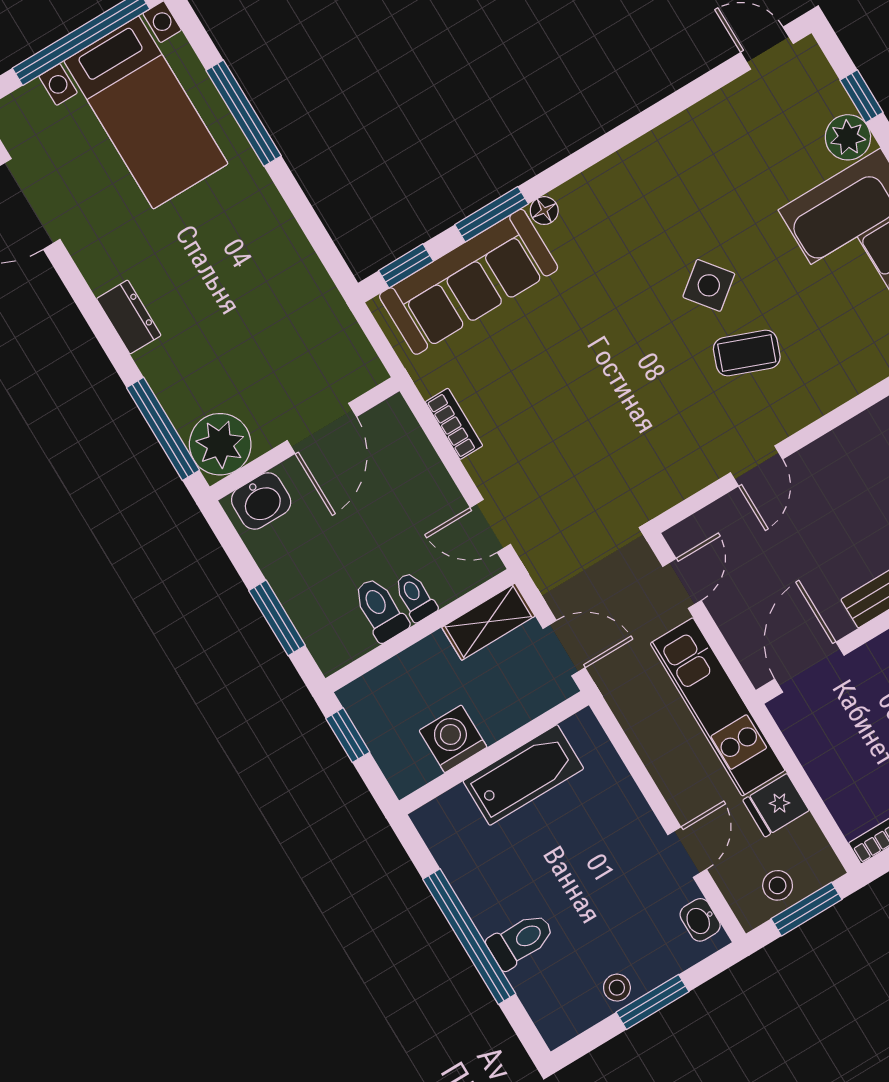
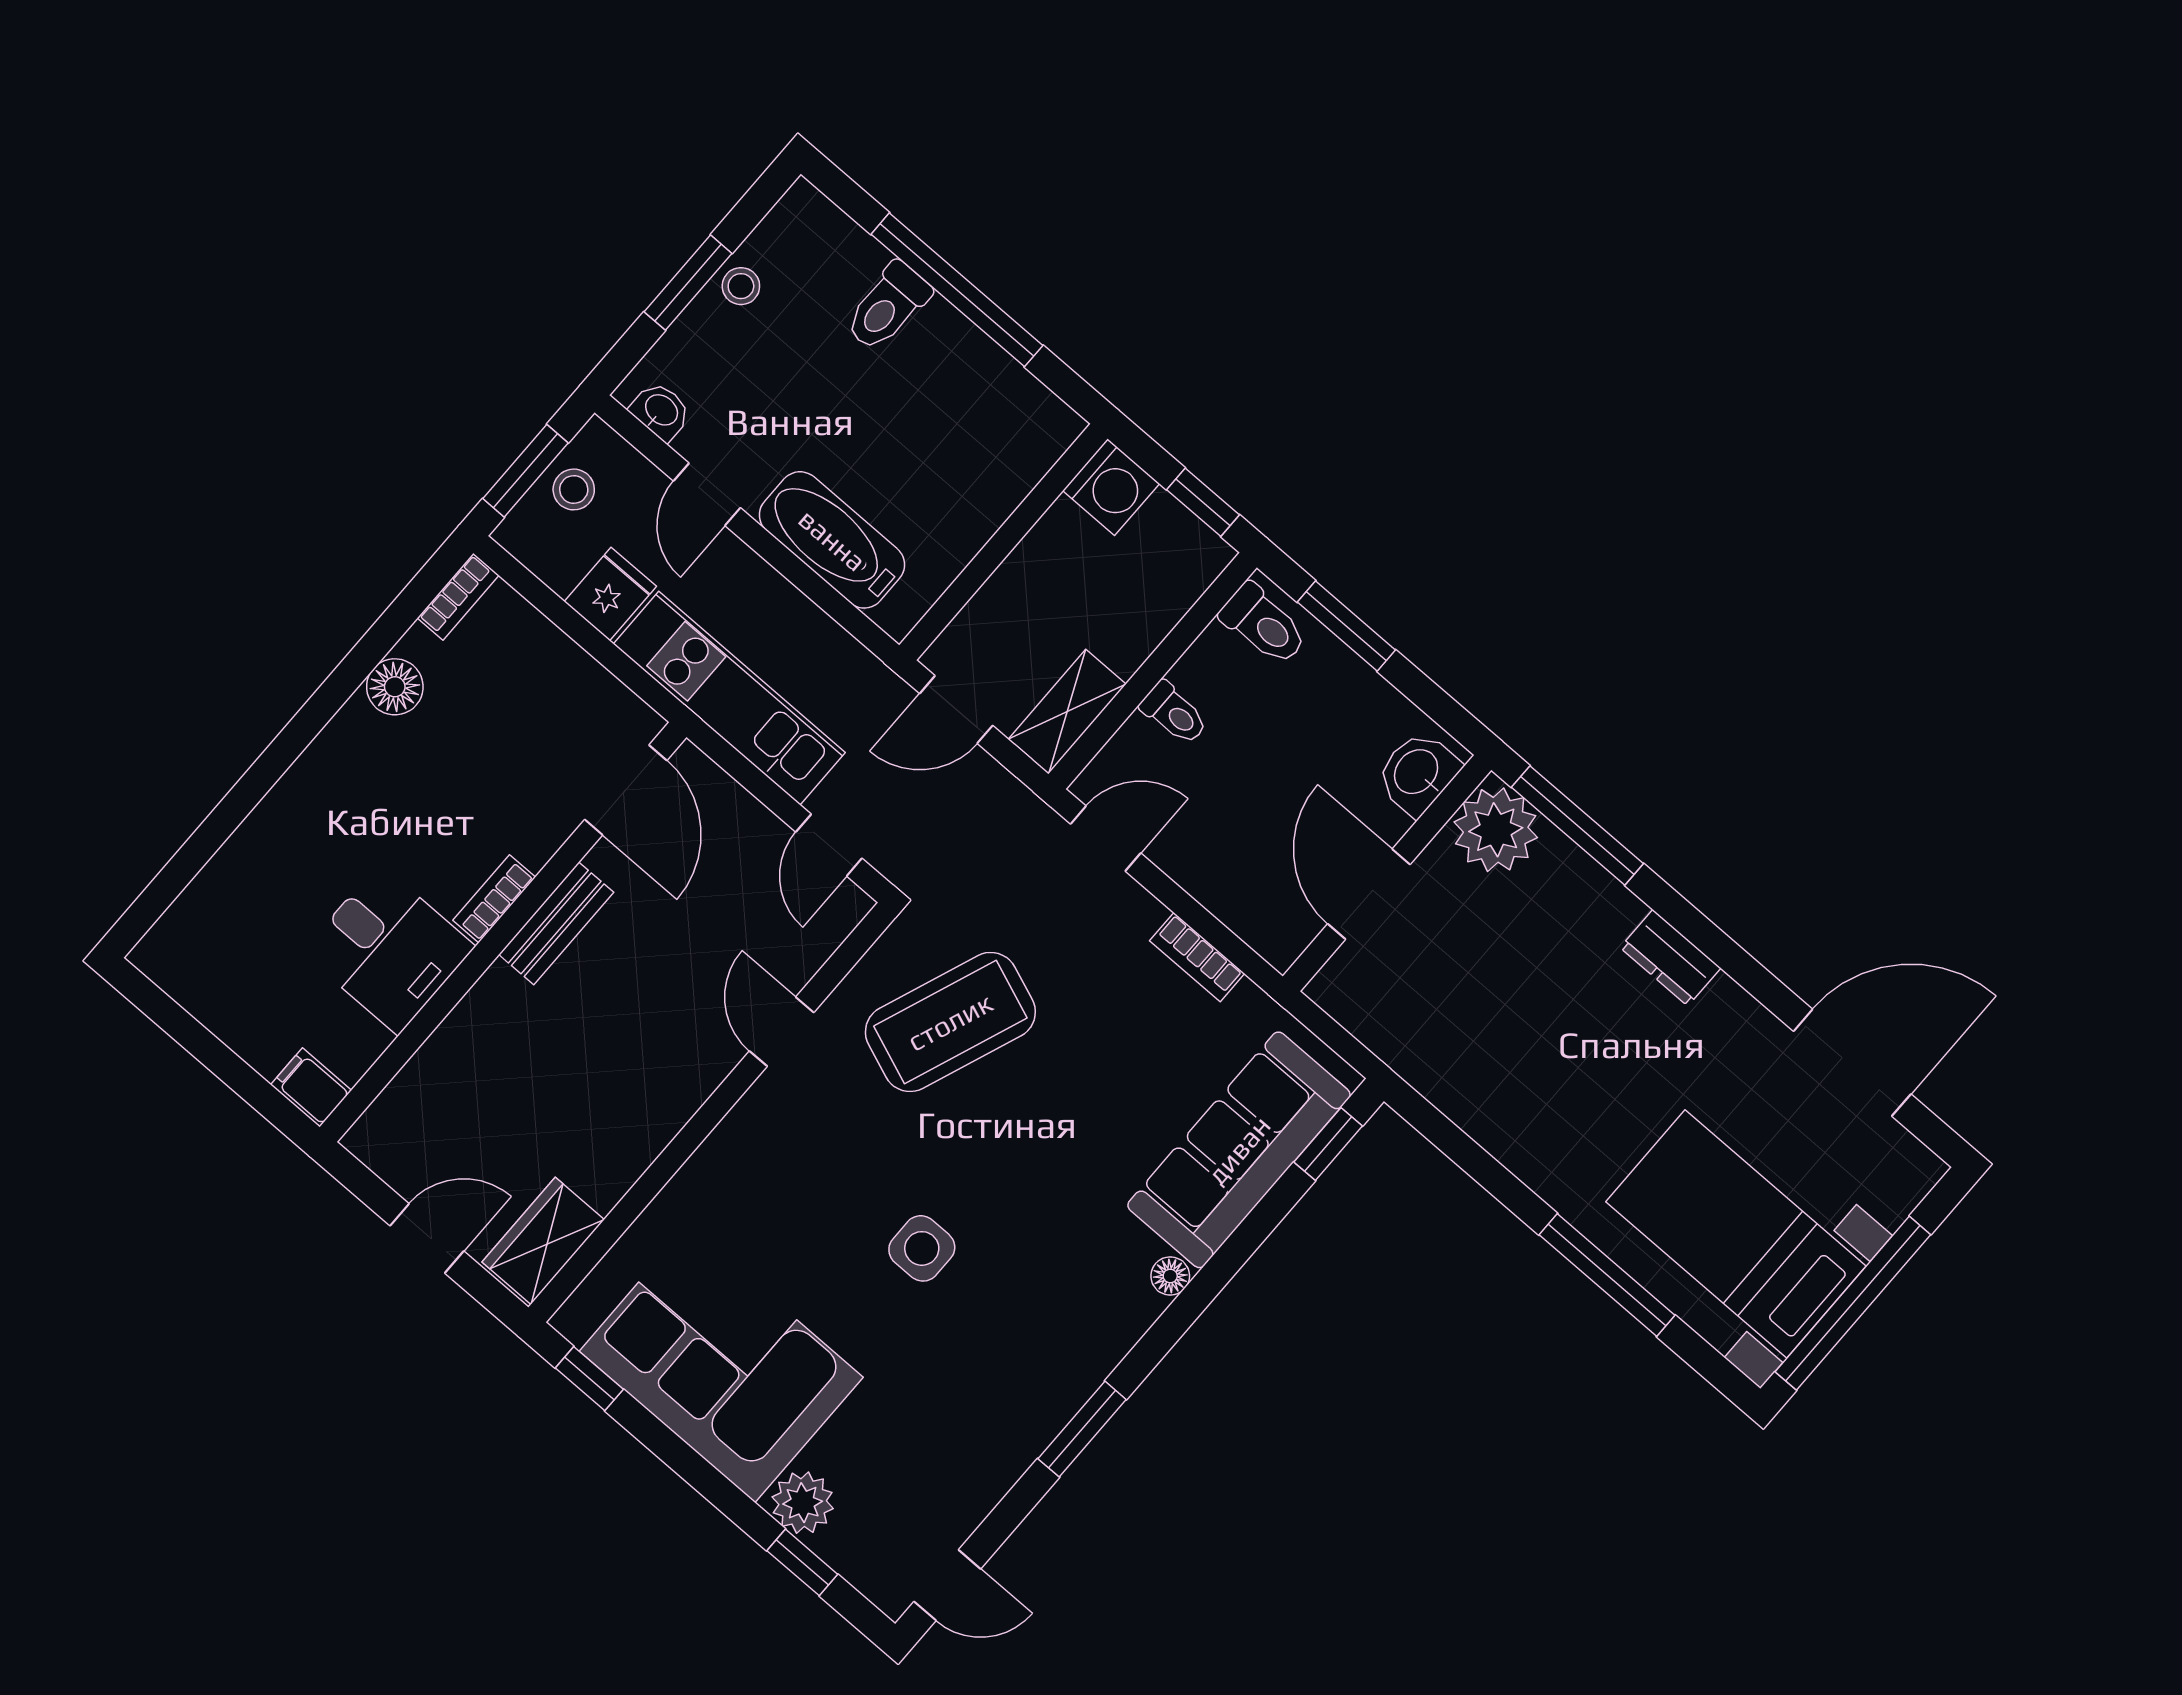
window: (492, 214) -> (1082, 1429), moved
side table: (709, 285) -> (922, 1248), turned 38
coffee table: (747, 353) -> (950, 1022), moved, width x1.86, depth x1.72
toilet: (380, 609) -> (1264, 624), moved
washing machine: (453, 739) -> (1111, 487), moved
bathtub: (523, 775) -> (832, 540), moved, turned 90

